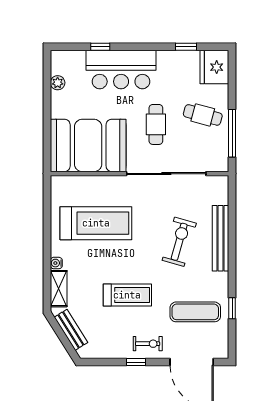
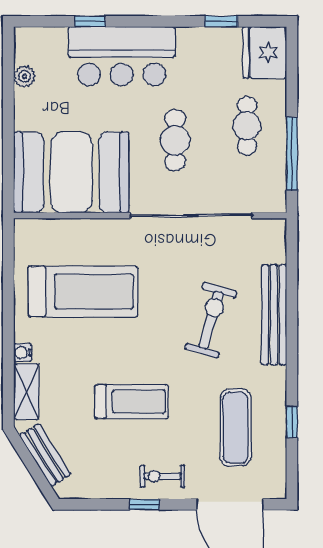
cafe table: (203, 115) -> (247, 126), turned 75
exercise mat: (195, 312) -> (235, 427), turned 90
exercise bike: (148, 344) -> (162, 476), turned 180

